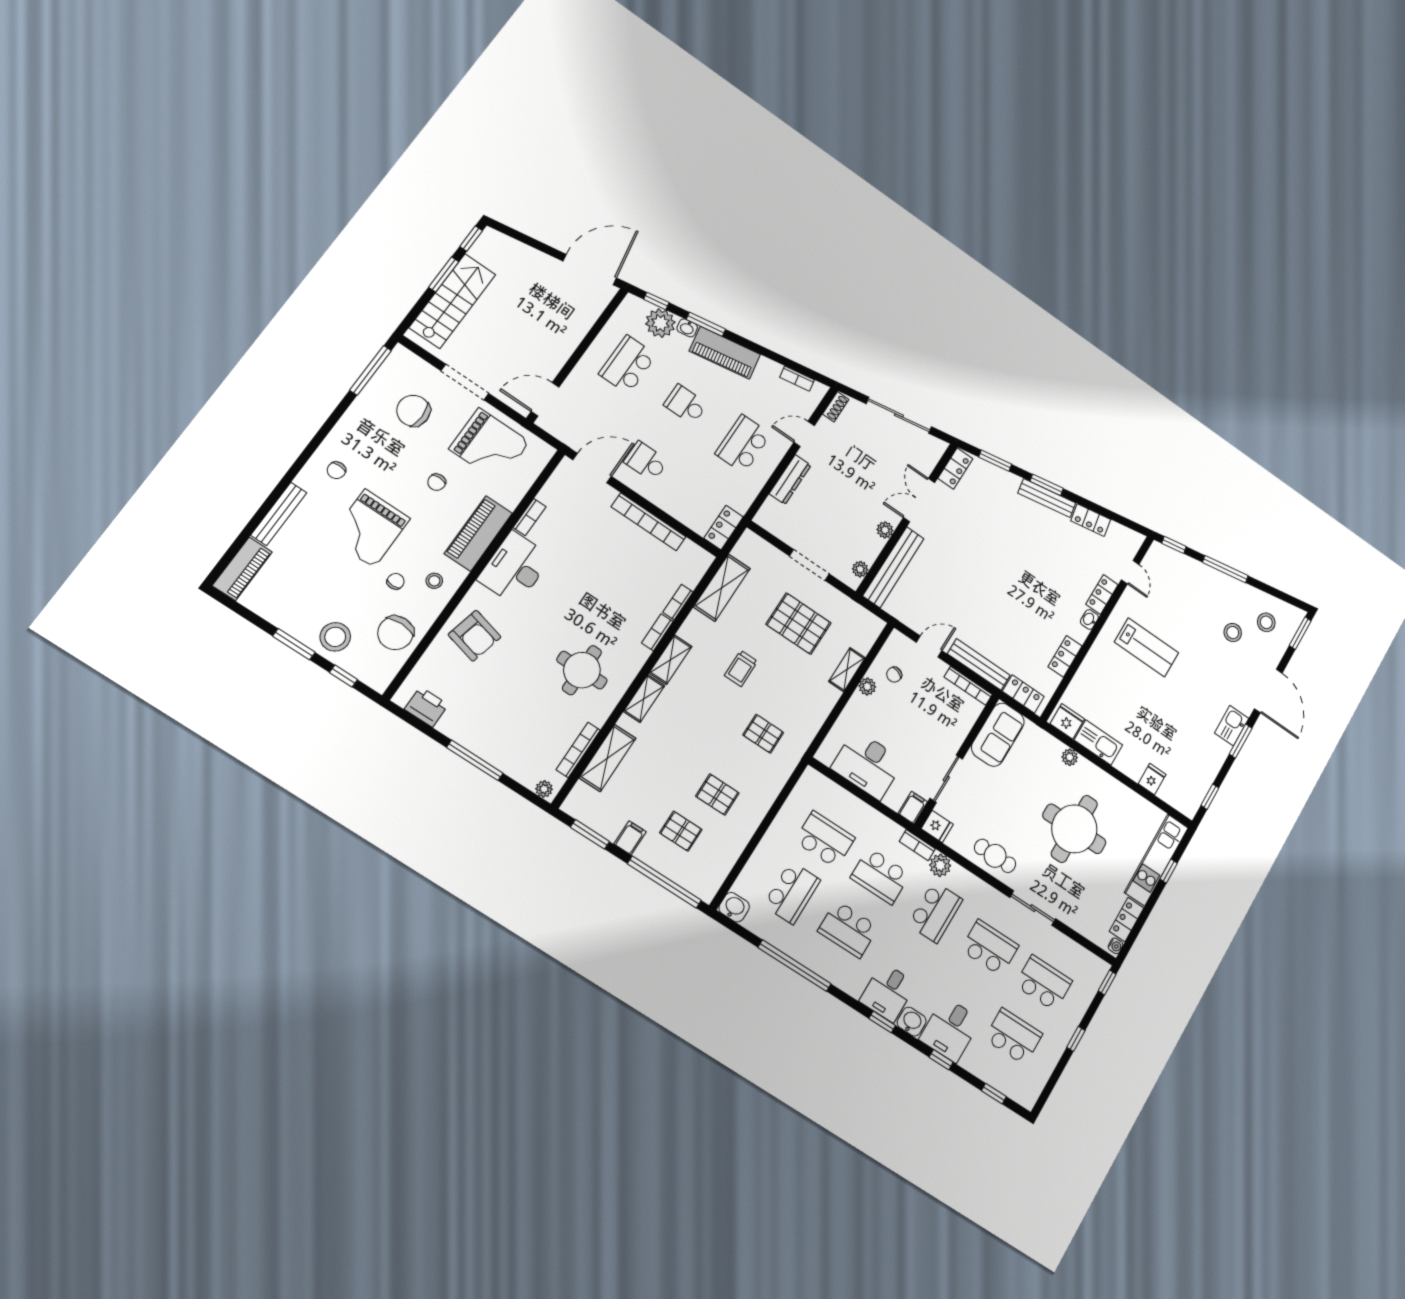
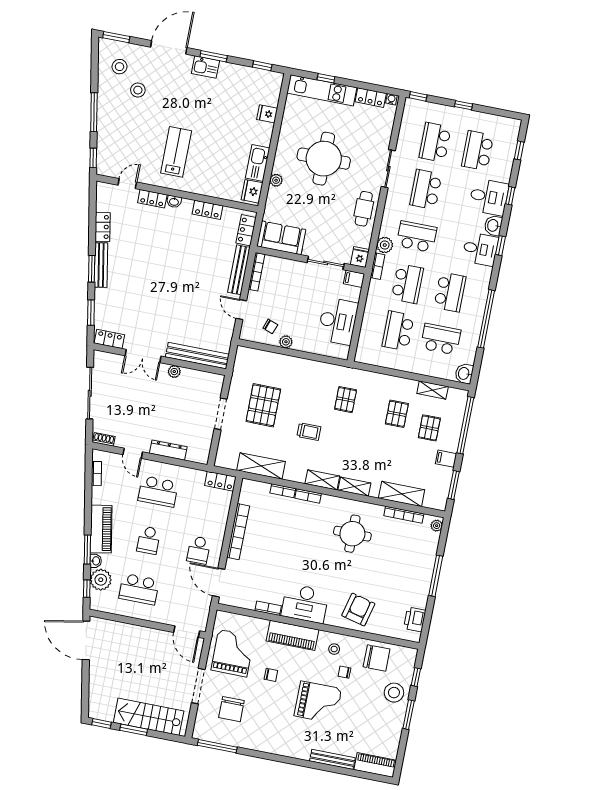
chair: (336, 470) -> (290, 738), removed
plant: (860, 569) -> (209, 378), removed
shelving: (847, 670) -> (433, 390), moved

